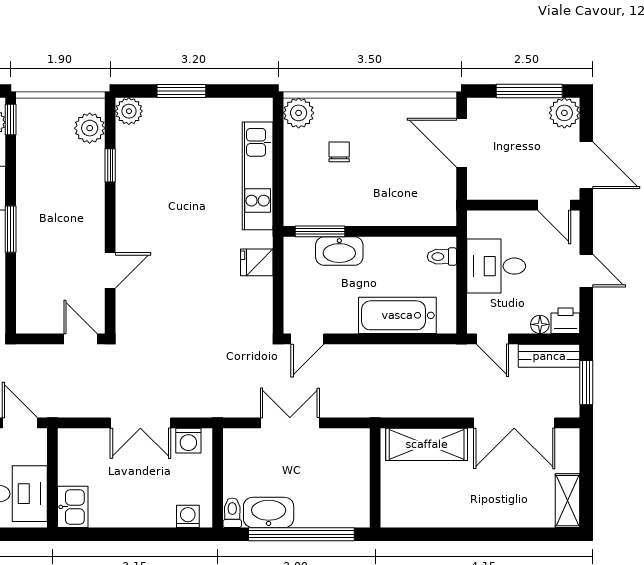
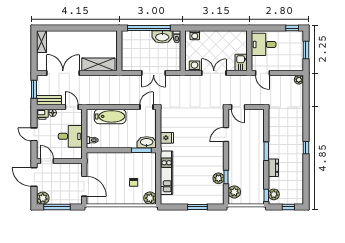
plant: (129, 111) -> (218, 178), moved
washbasin: (339, 251) -> (147, 142), moved
kitchen sink: (73, 507) -> (241, 63), moved

